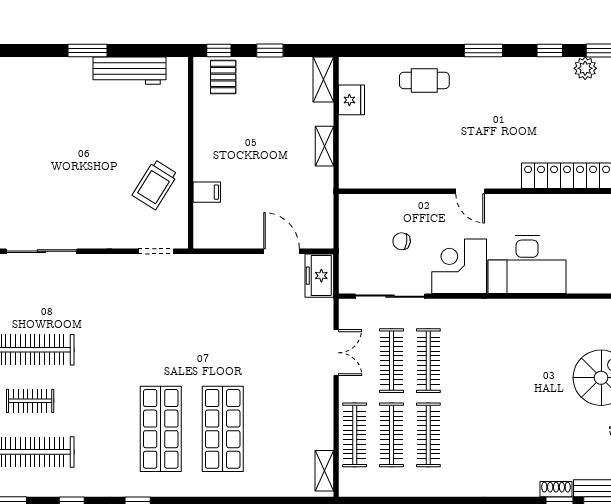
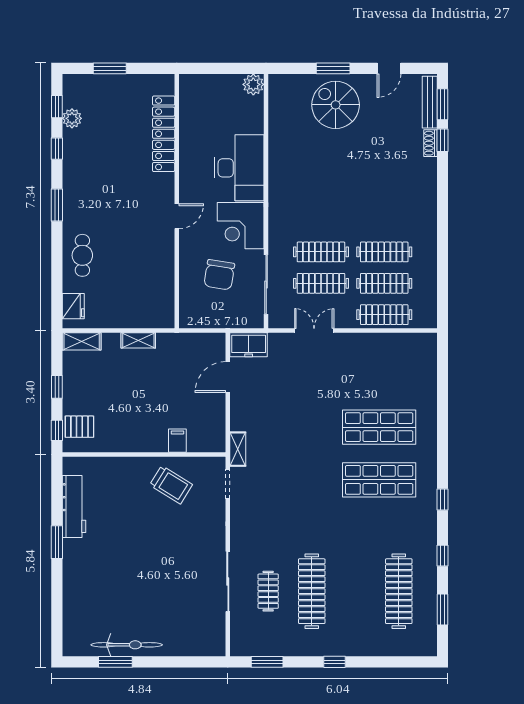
fridge: (352, 100) -> (73, 306), moved, turned 90
chair: (402, 241) -> (219, 275), width x1.87, depth x1.87
clothes rail: (30, 401) -> (268, 591), moved
shelving: (324, 471) -> (238, 449), moved, turned 90

